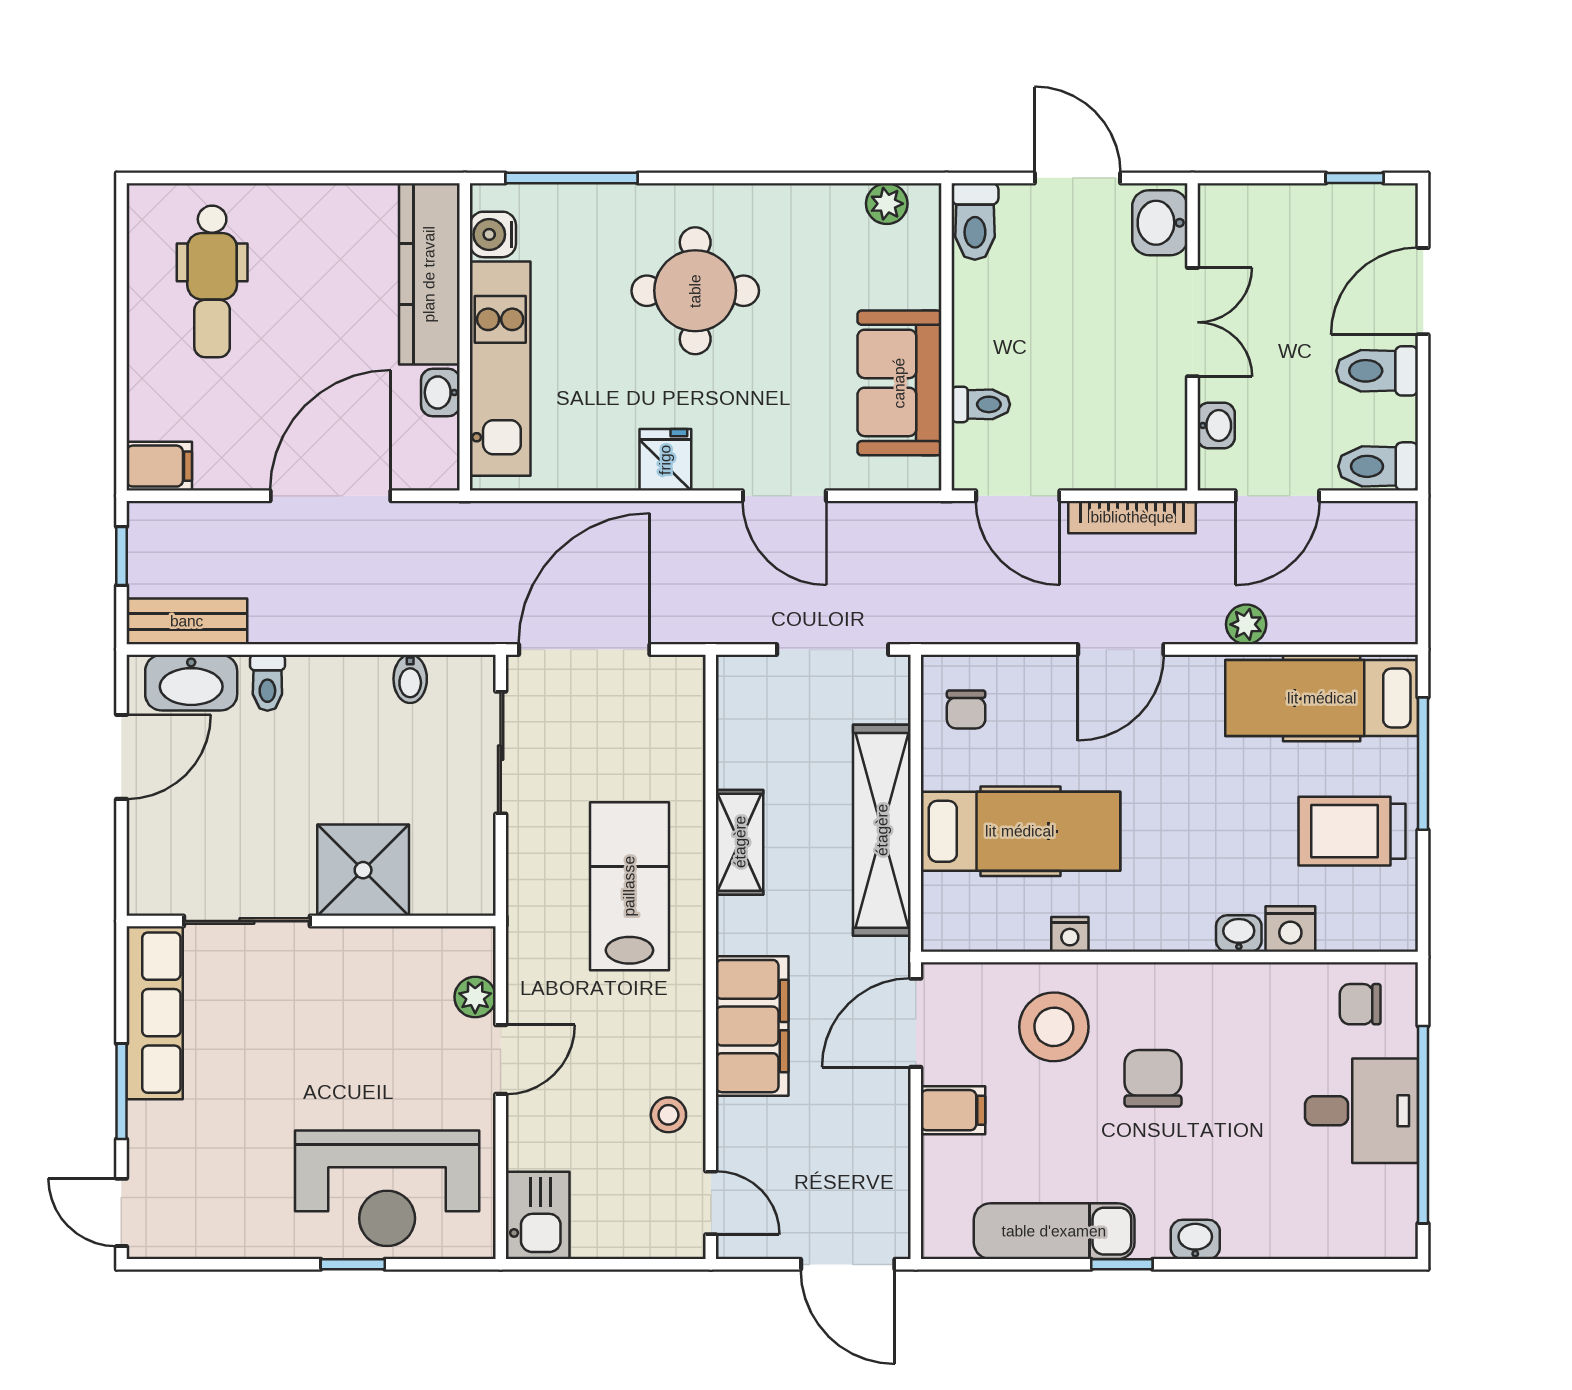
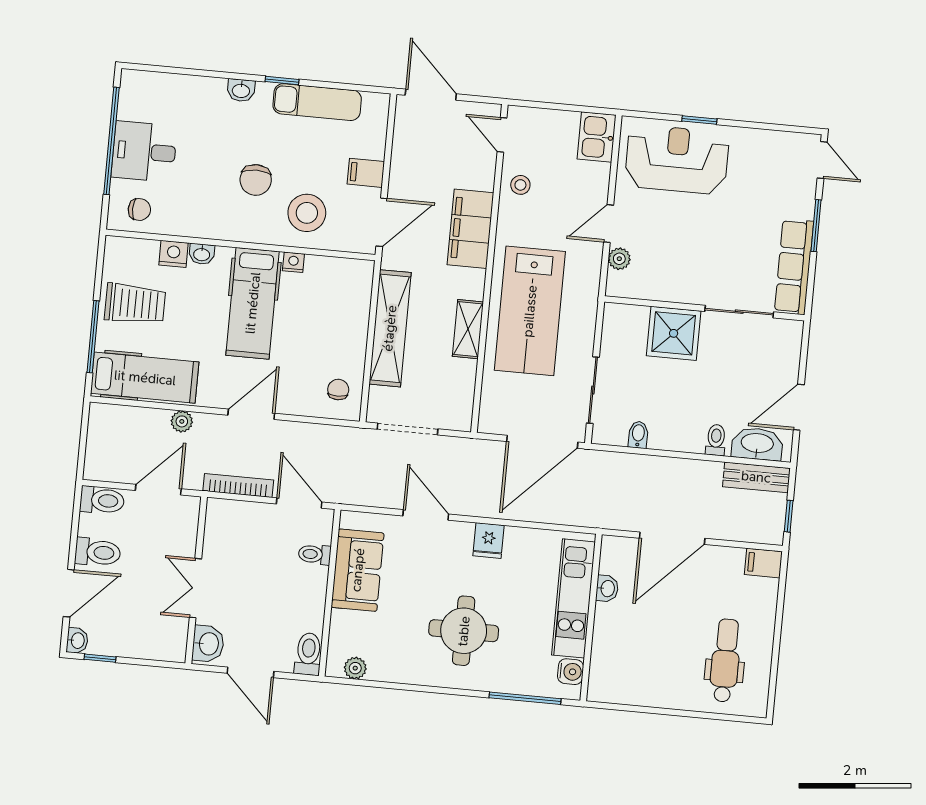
kitchen counter: (429, 274) -> (607, 653), removed
washbasin: (1216, 425) -> (77, 641), moved, turned 180
hospital bed: (1020, 831) -> (253, 303), moved, turned -90
lab bench: (629, 886) -> (530, 311), width x1.36, depth x1.39

